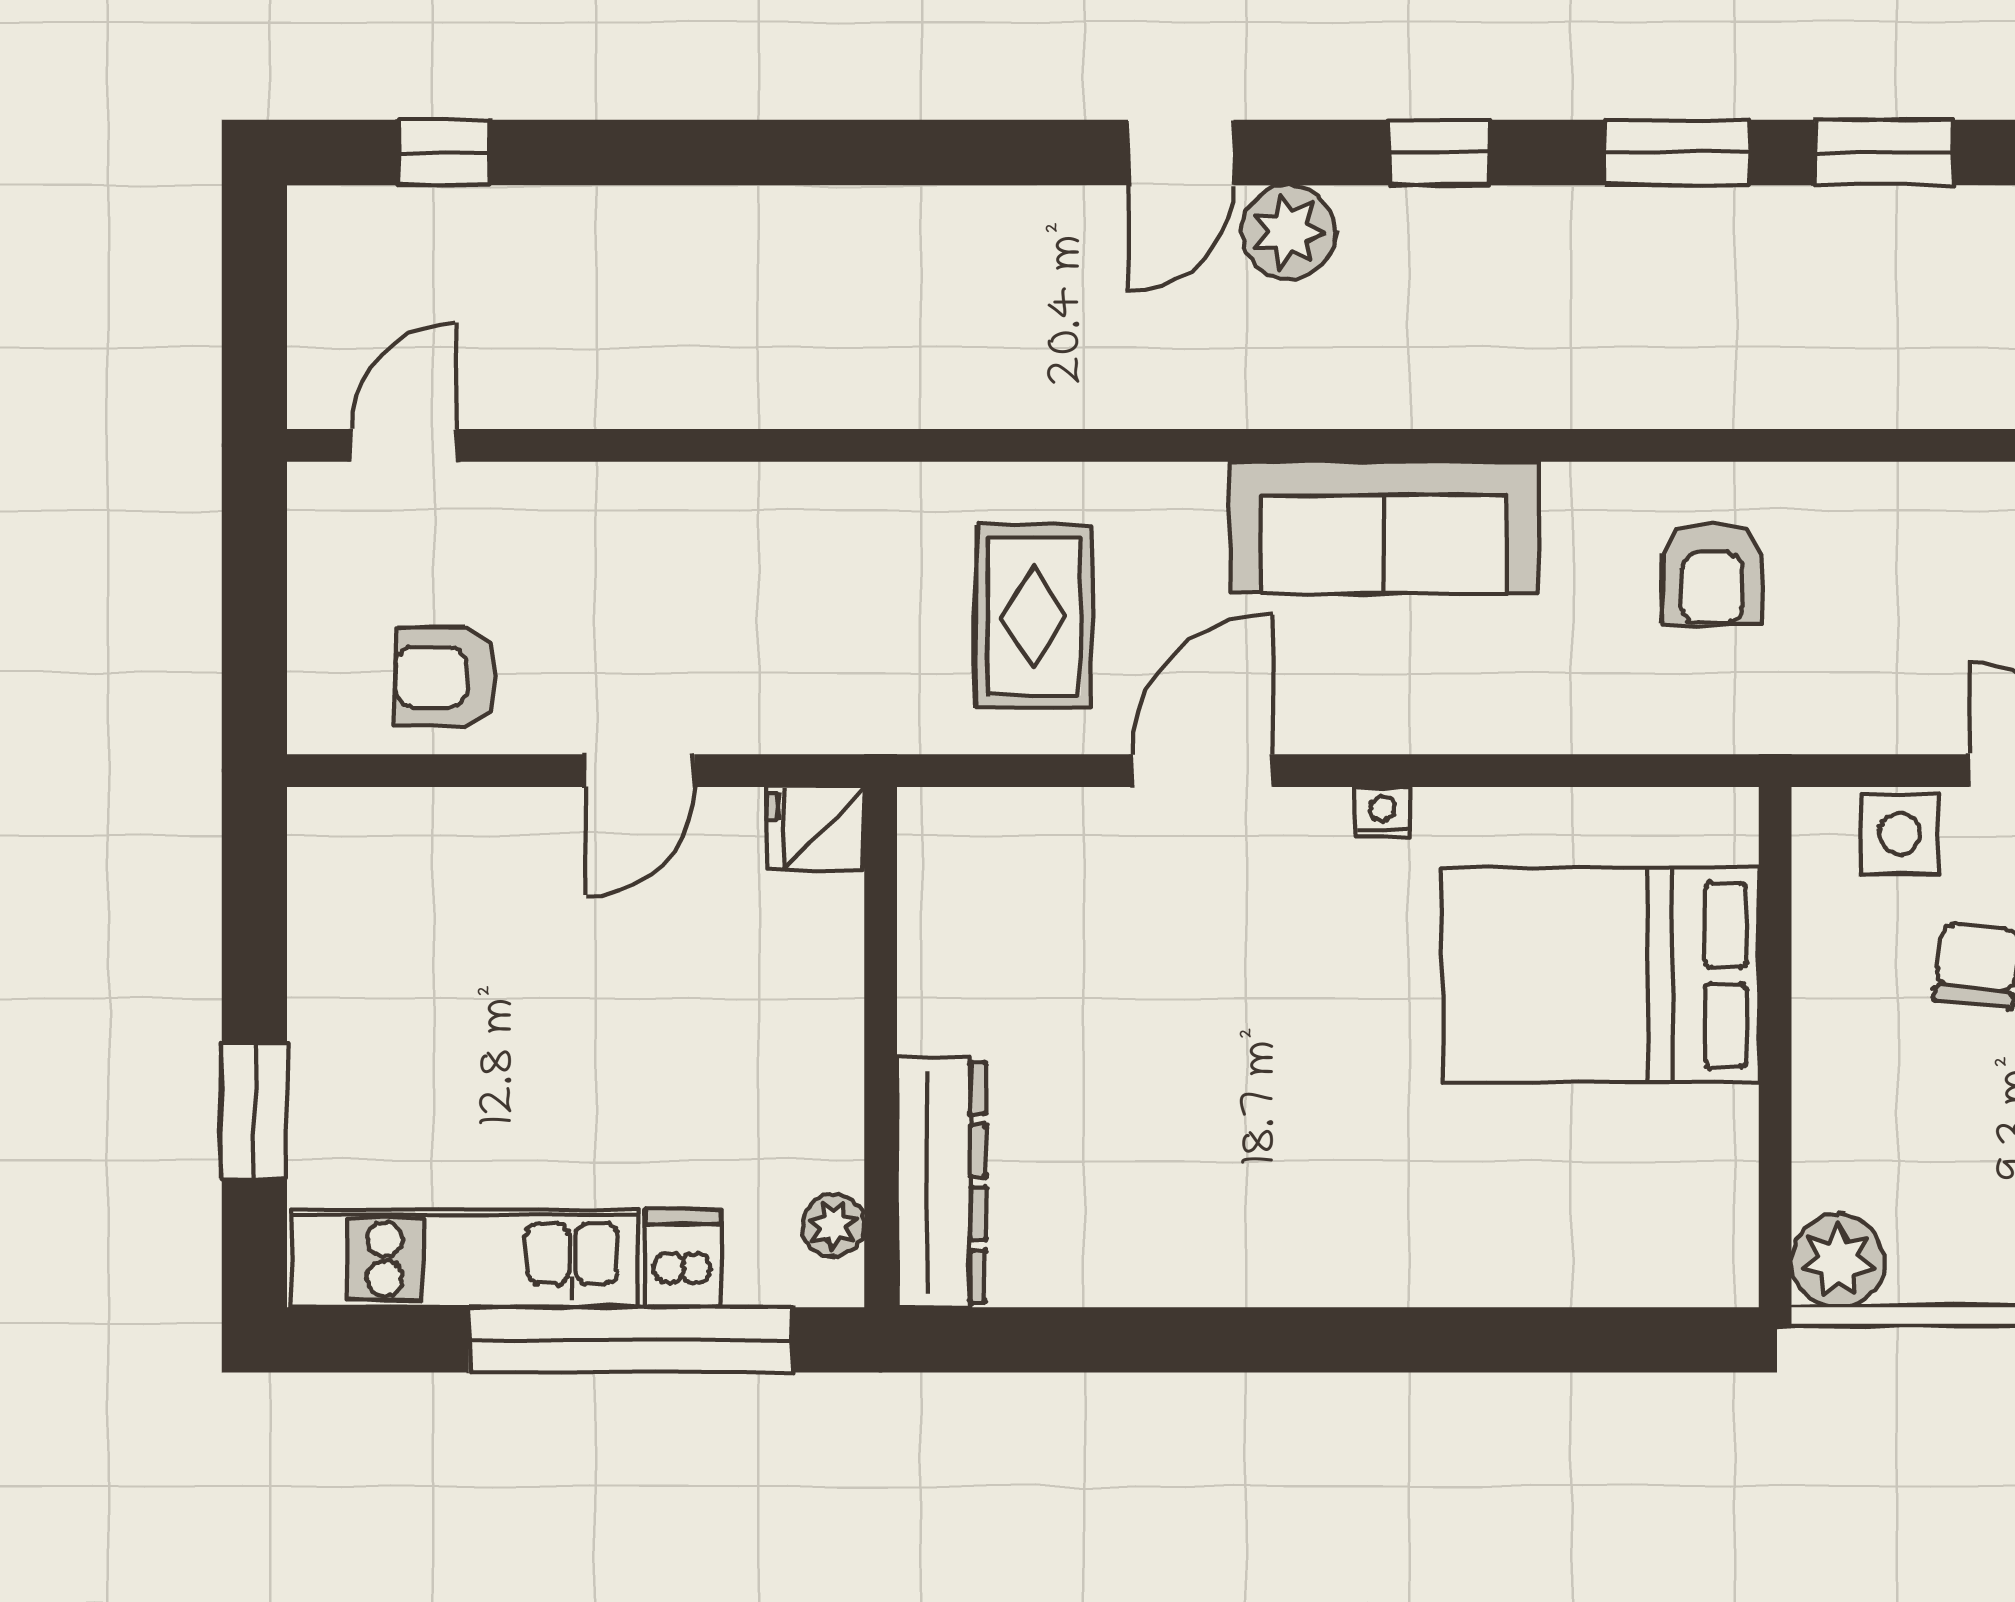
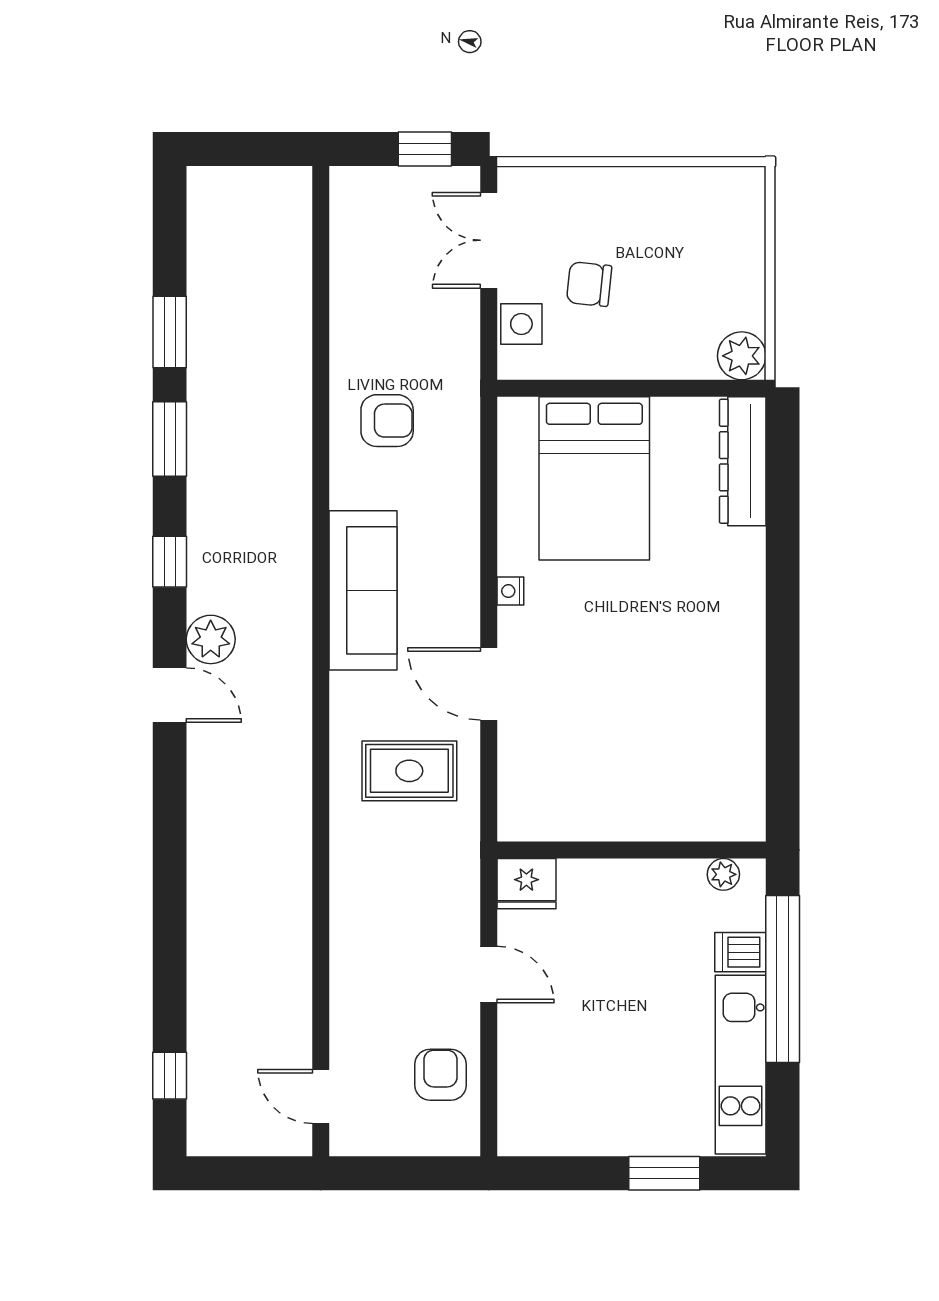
armchair: (445, 677) -> (440, 1075), turned 180
fridge: (815, 828) -> (526, 884), width x1.38
dresser: (941, 1182) -> (743, 461), moved, turned -90

